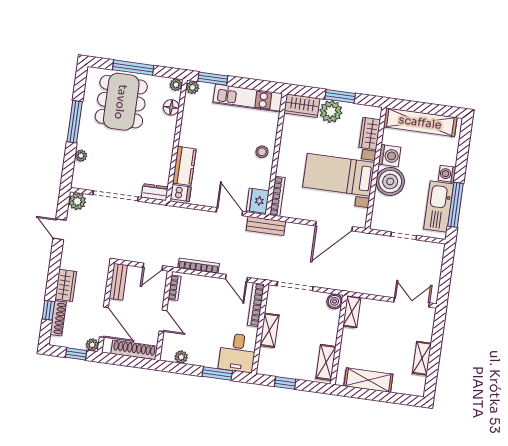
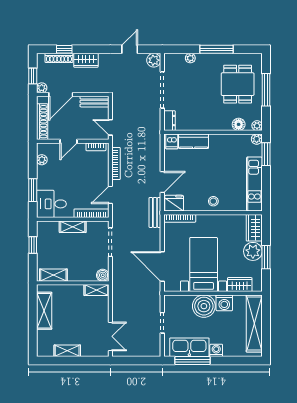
dining table: (121, 102) -> (238, 84), width x0.73

